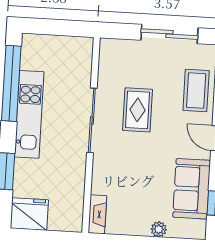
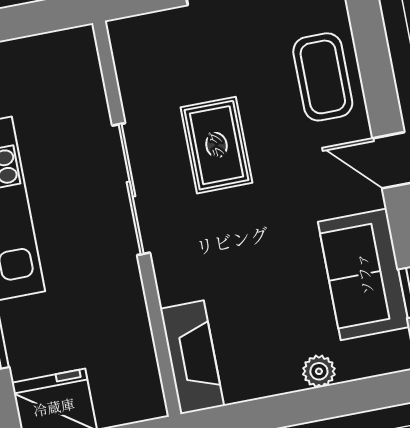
fireplace: (97, 214) -> (192, 357), width x1.37, depth x1.32

